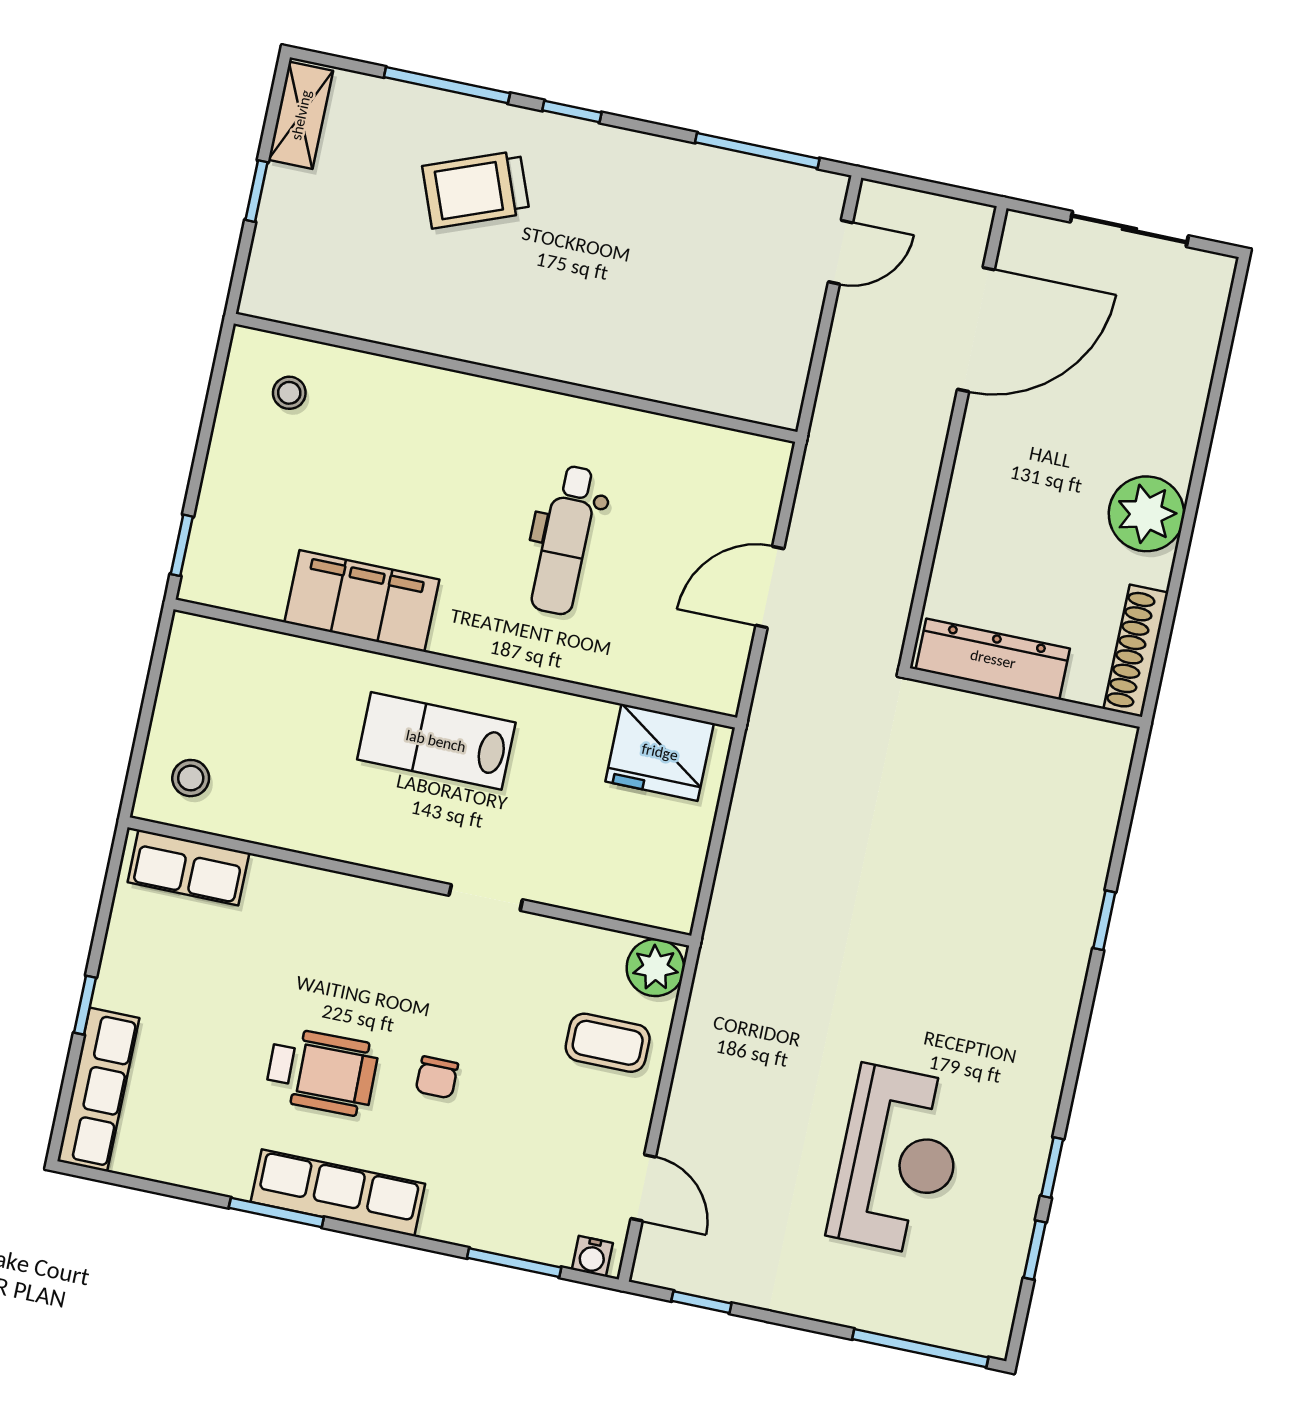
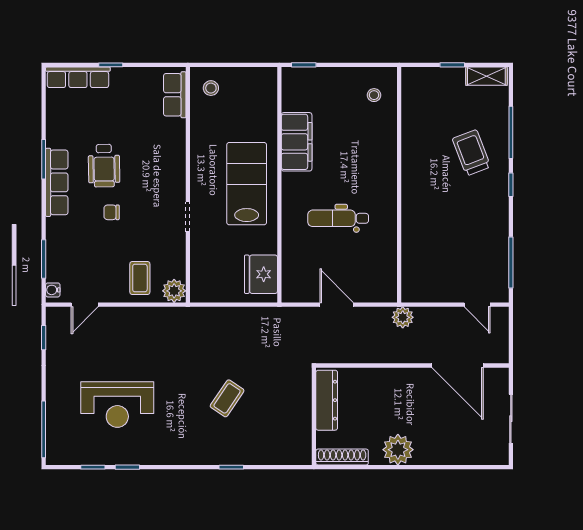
plant: (833, 436) -> (403, 317), added
lab bench: (436, 741) -> (247, 184), width x1.36, depth x1.39
coffee table: (938, 895) -> (227, 398), added

